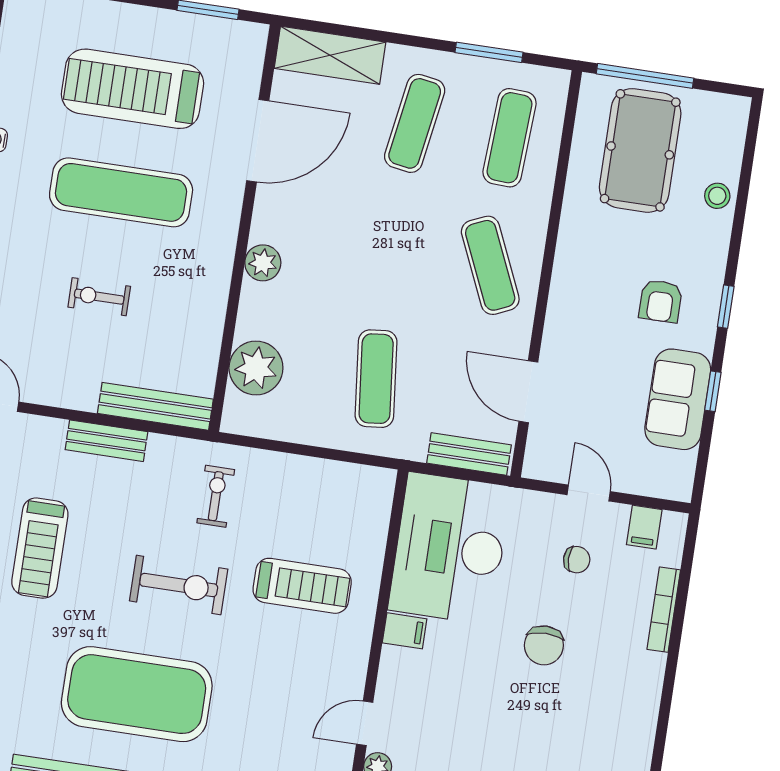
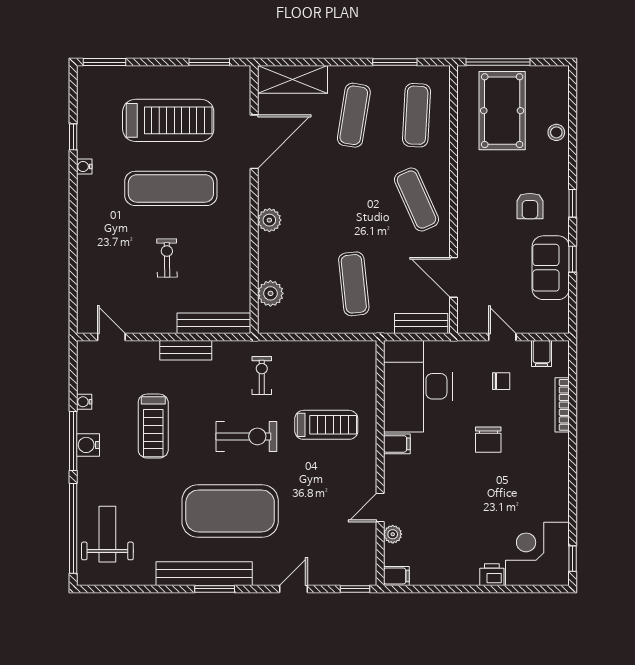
treadmill: (132, 89) -> (168, 120), turned 180
exercise bike: (99, 297) -> (167, 258), turned 89
plant: (256, 368) -> (270, 293), width x0.73, depth x0.73

